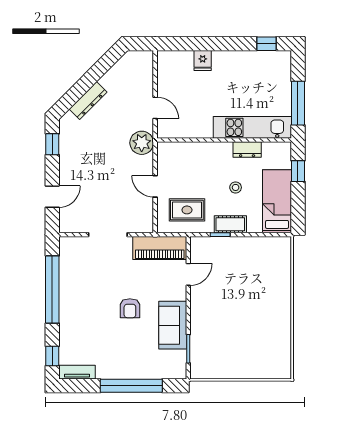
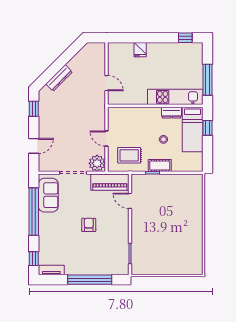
plant: (142, 143) -> (97, 163), moved
bed: (277, 201) -> (192, 129), moved, turned 180
door: (188, 274) -> (130, 201), swing flipped
armchair: (130, 308) -> (89, 225), turned 180
sofa: (173, 325) -> (48, 195), moved, turned 180

